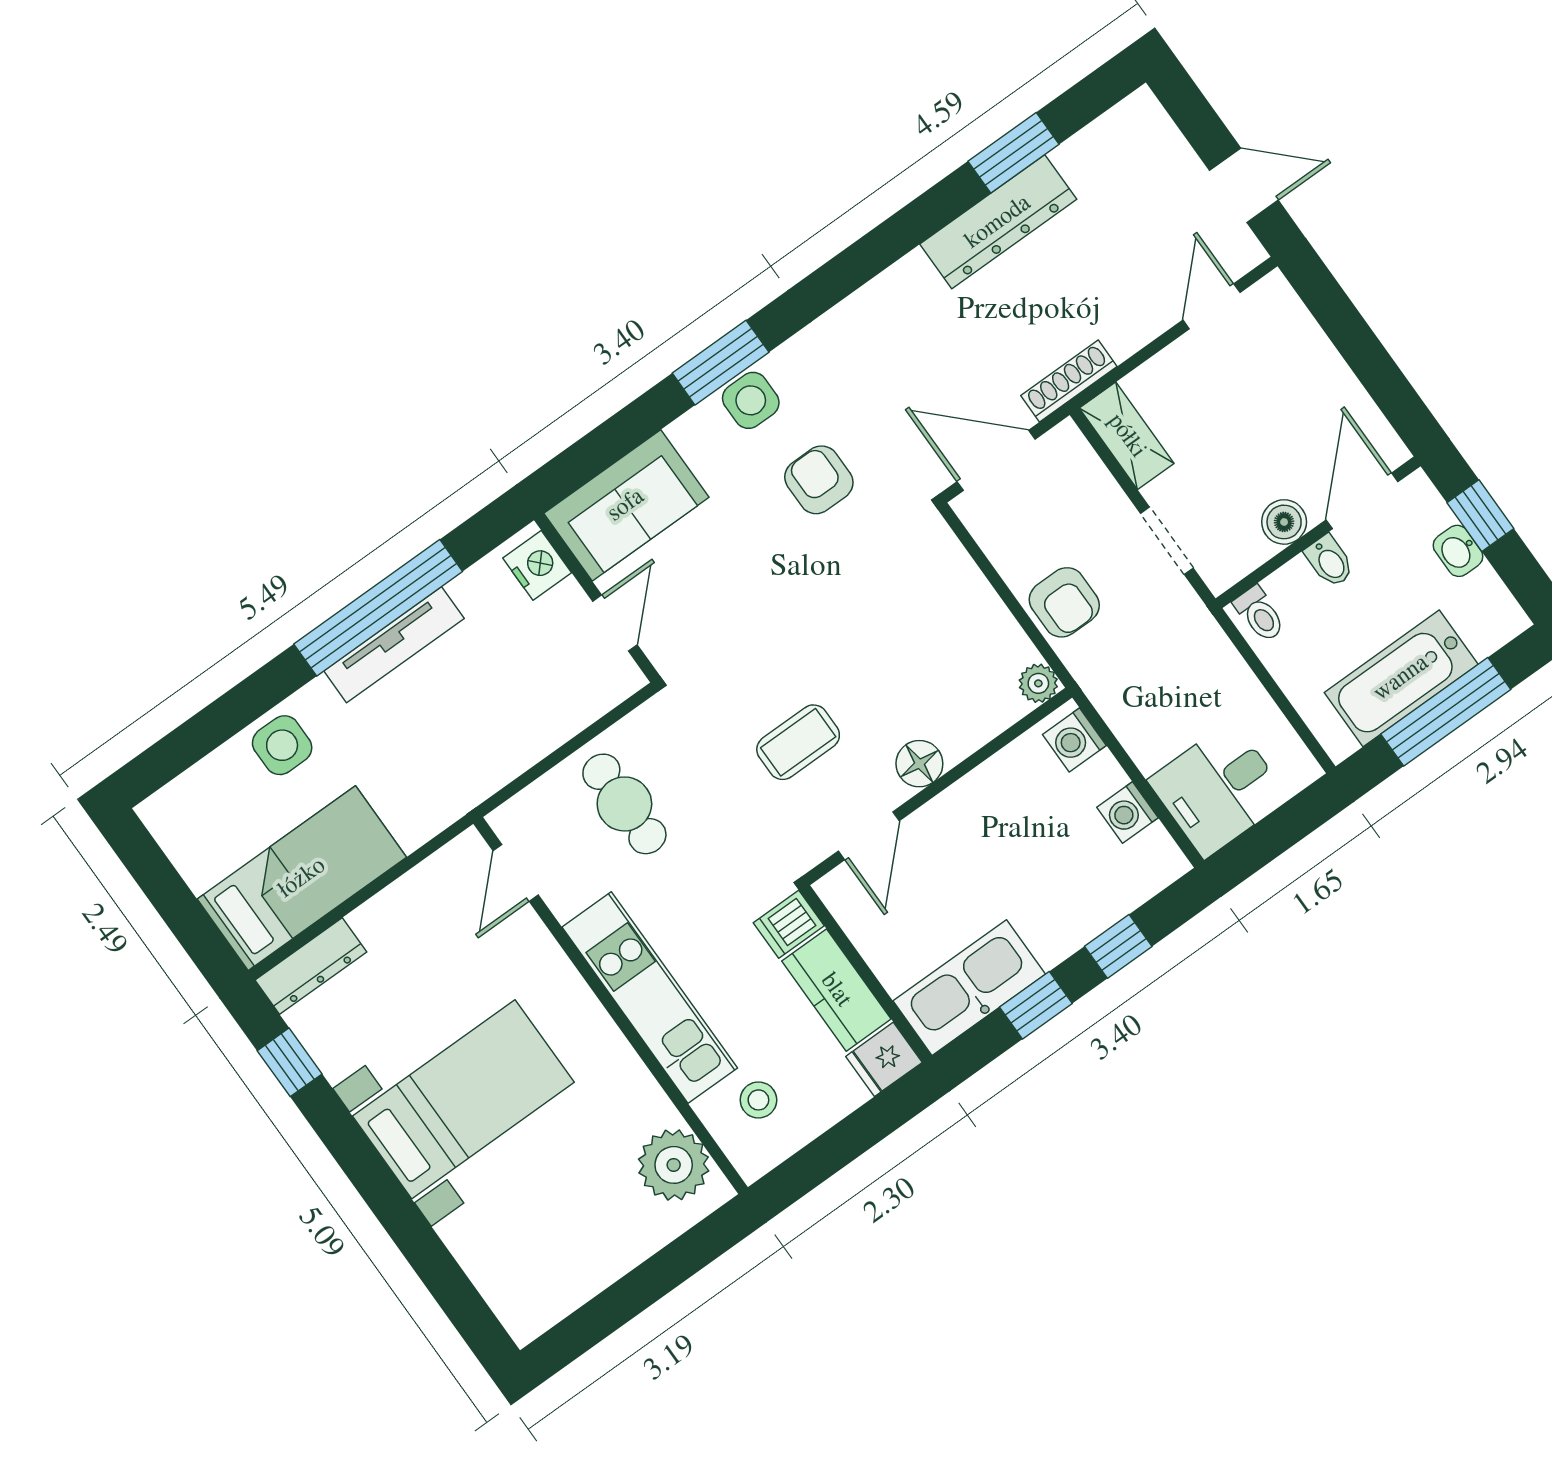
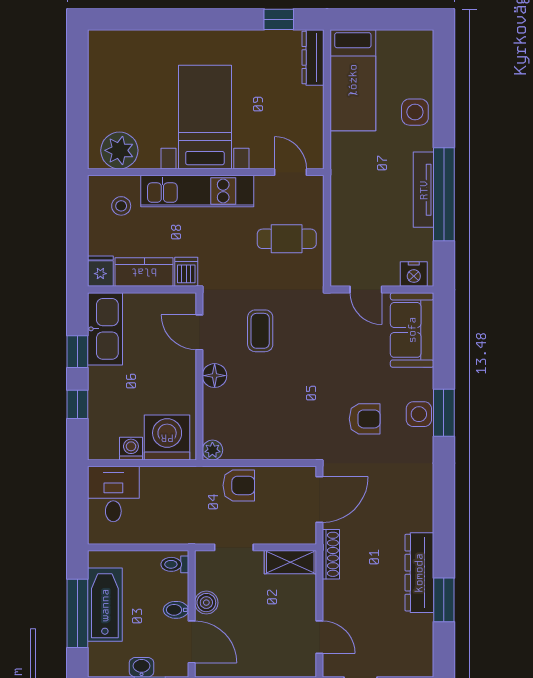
armchair: (1064, 602) -> (239, 485), turned 180
washing machine: (1074, 740) -> (167, 438), width x1.89, depth x1.89
bed with nightstands: (463, 1099) -> (205, 117), moved, turned 180

